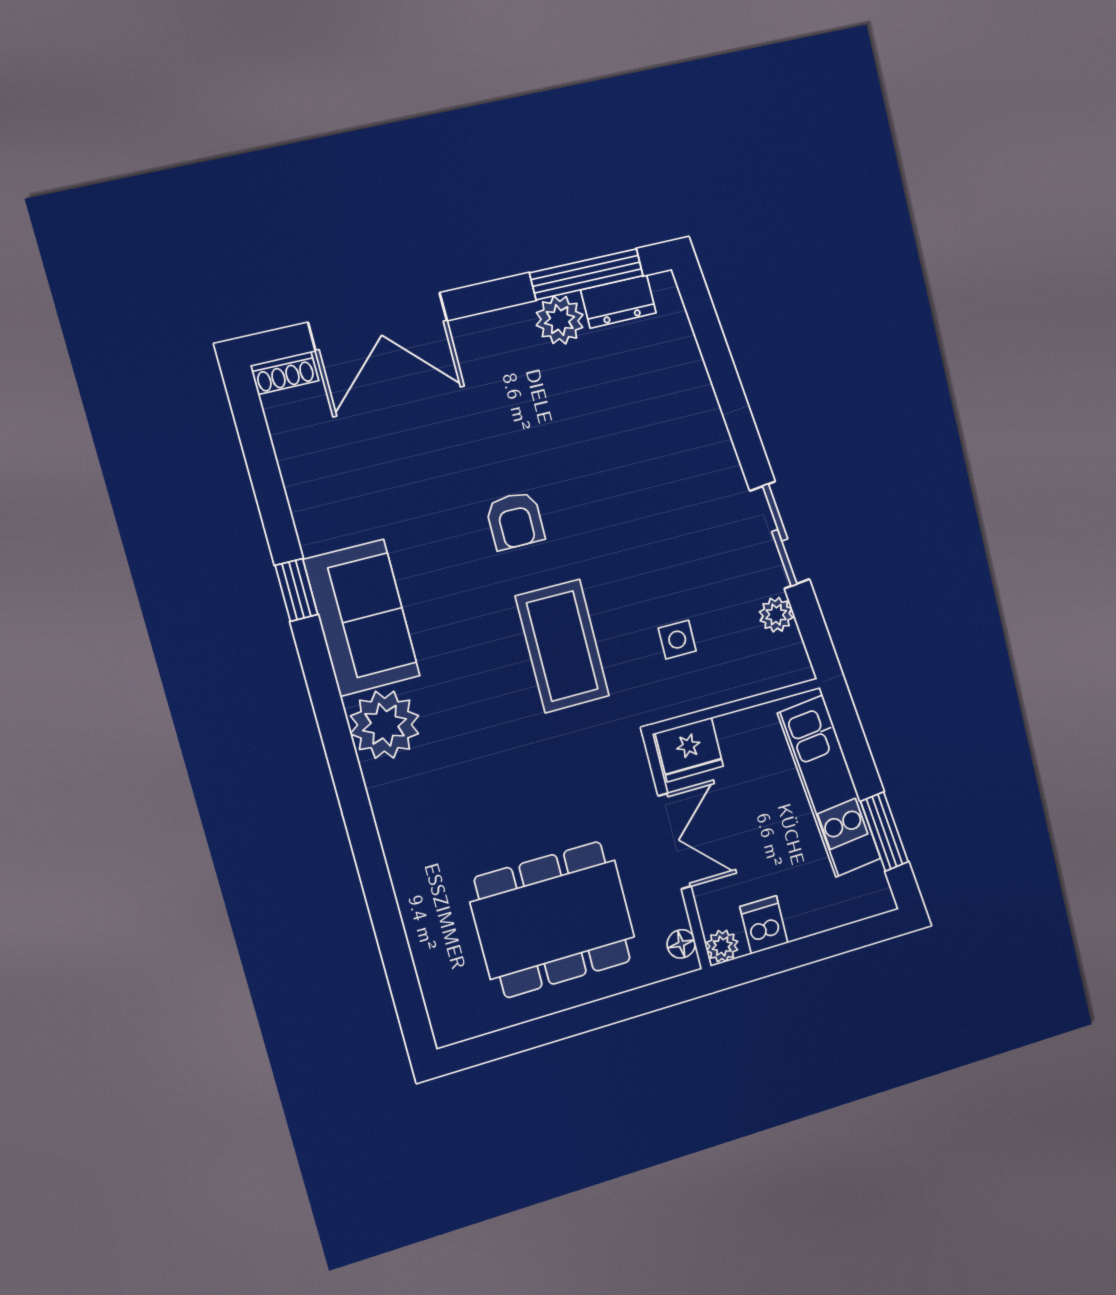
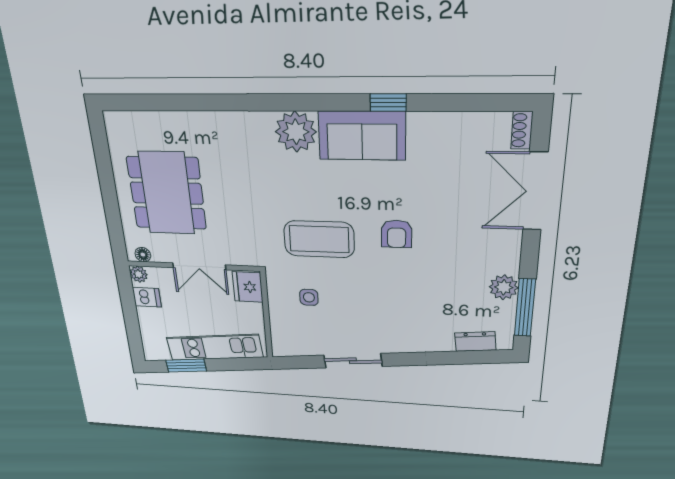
dresser: (618, 301) -> (475, 342), moved, turned 84
armchair: (515, 521) -> (397, 234), turned -90
plant: (776, 615) -> (311, 348), removed

